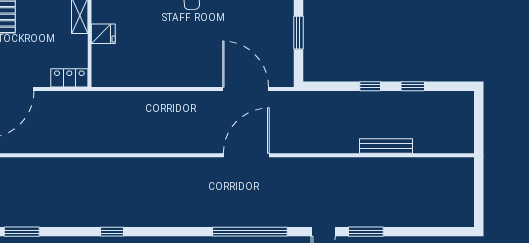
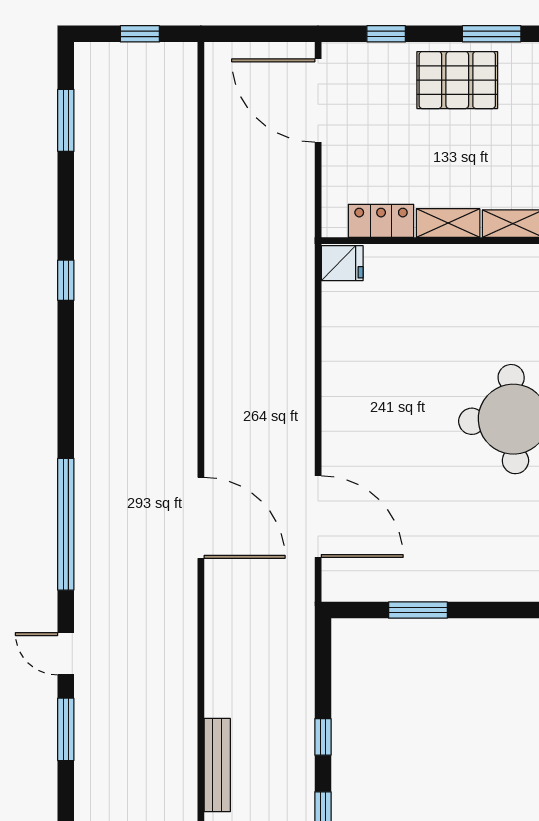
fridge: (103, 34) -> (342, 263), moved, turned -90
locker: (69, 78) -> (381, 221), moved, turned -90
door: (246, 89) -> (318, 517), hinge flipped

